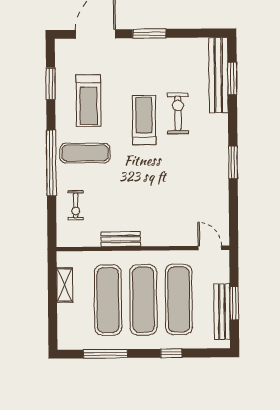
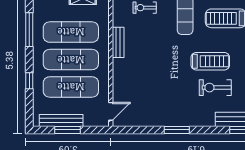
exercise bike: (178, 113) -> (215, 88), turned 180

